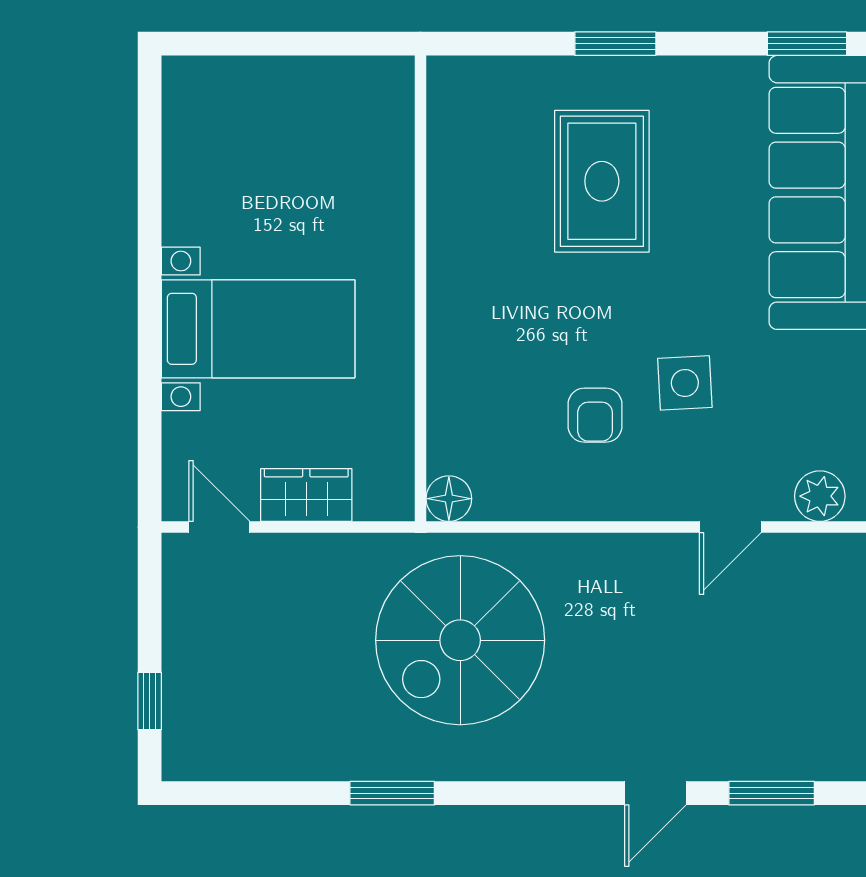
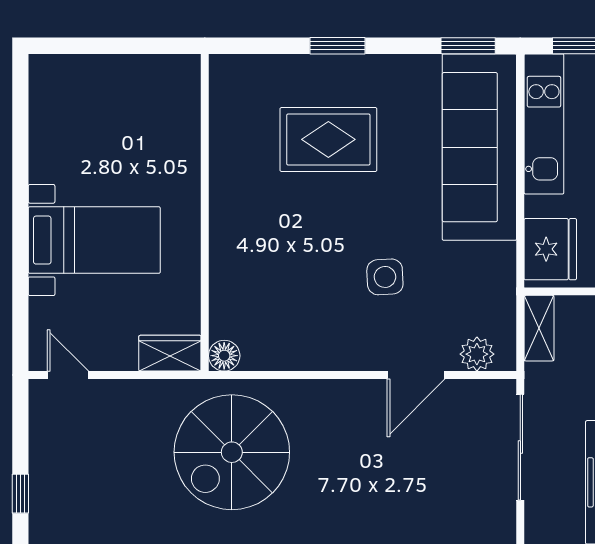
rug: (602, 181) -> (328, 139), turned 90
armchair: (595, 415) -> (324, 299), removed
wardrobe: (306, 495) -> (170, 353), moved
door: (730, 527) -> (416, 375), width x1.38

